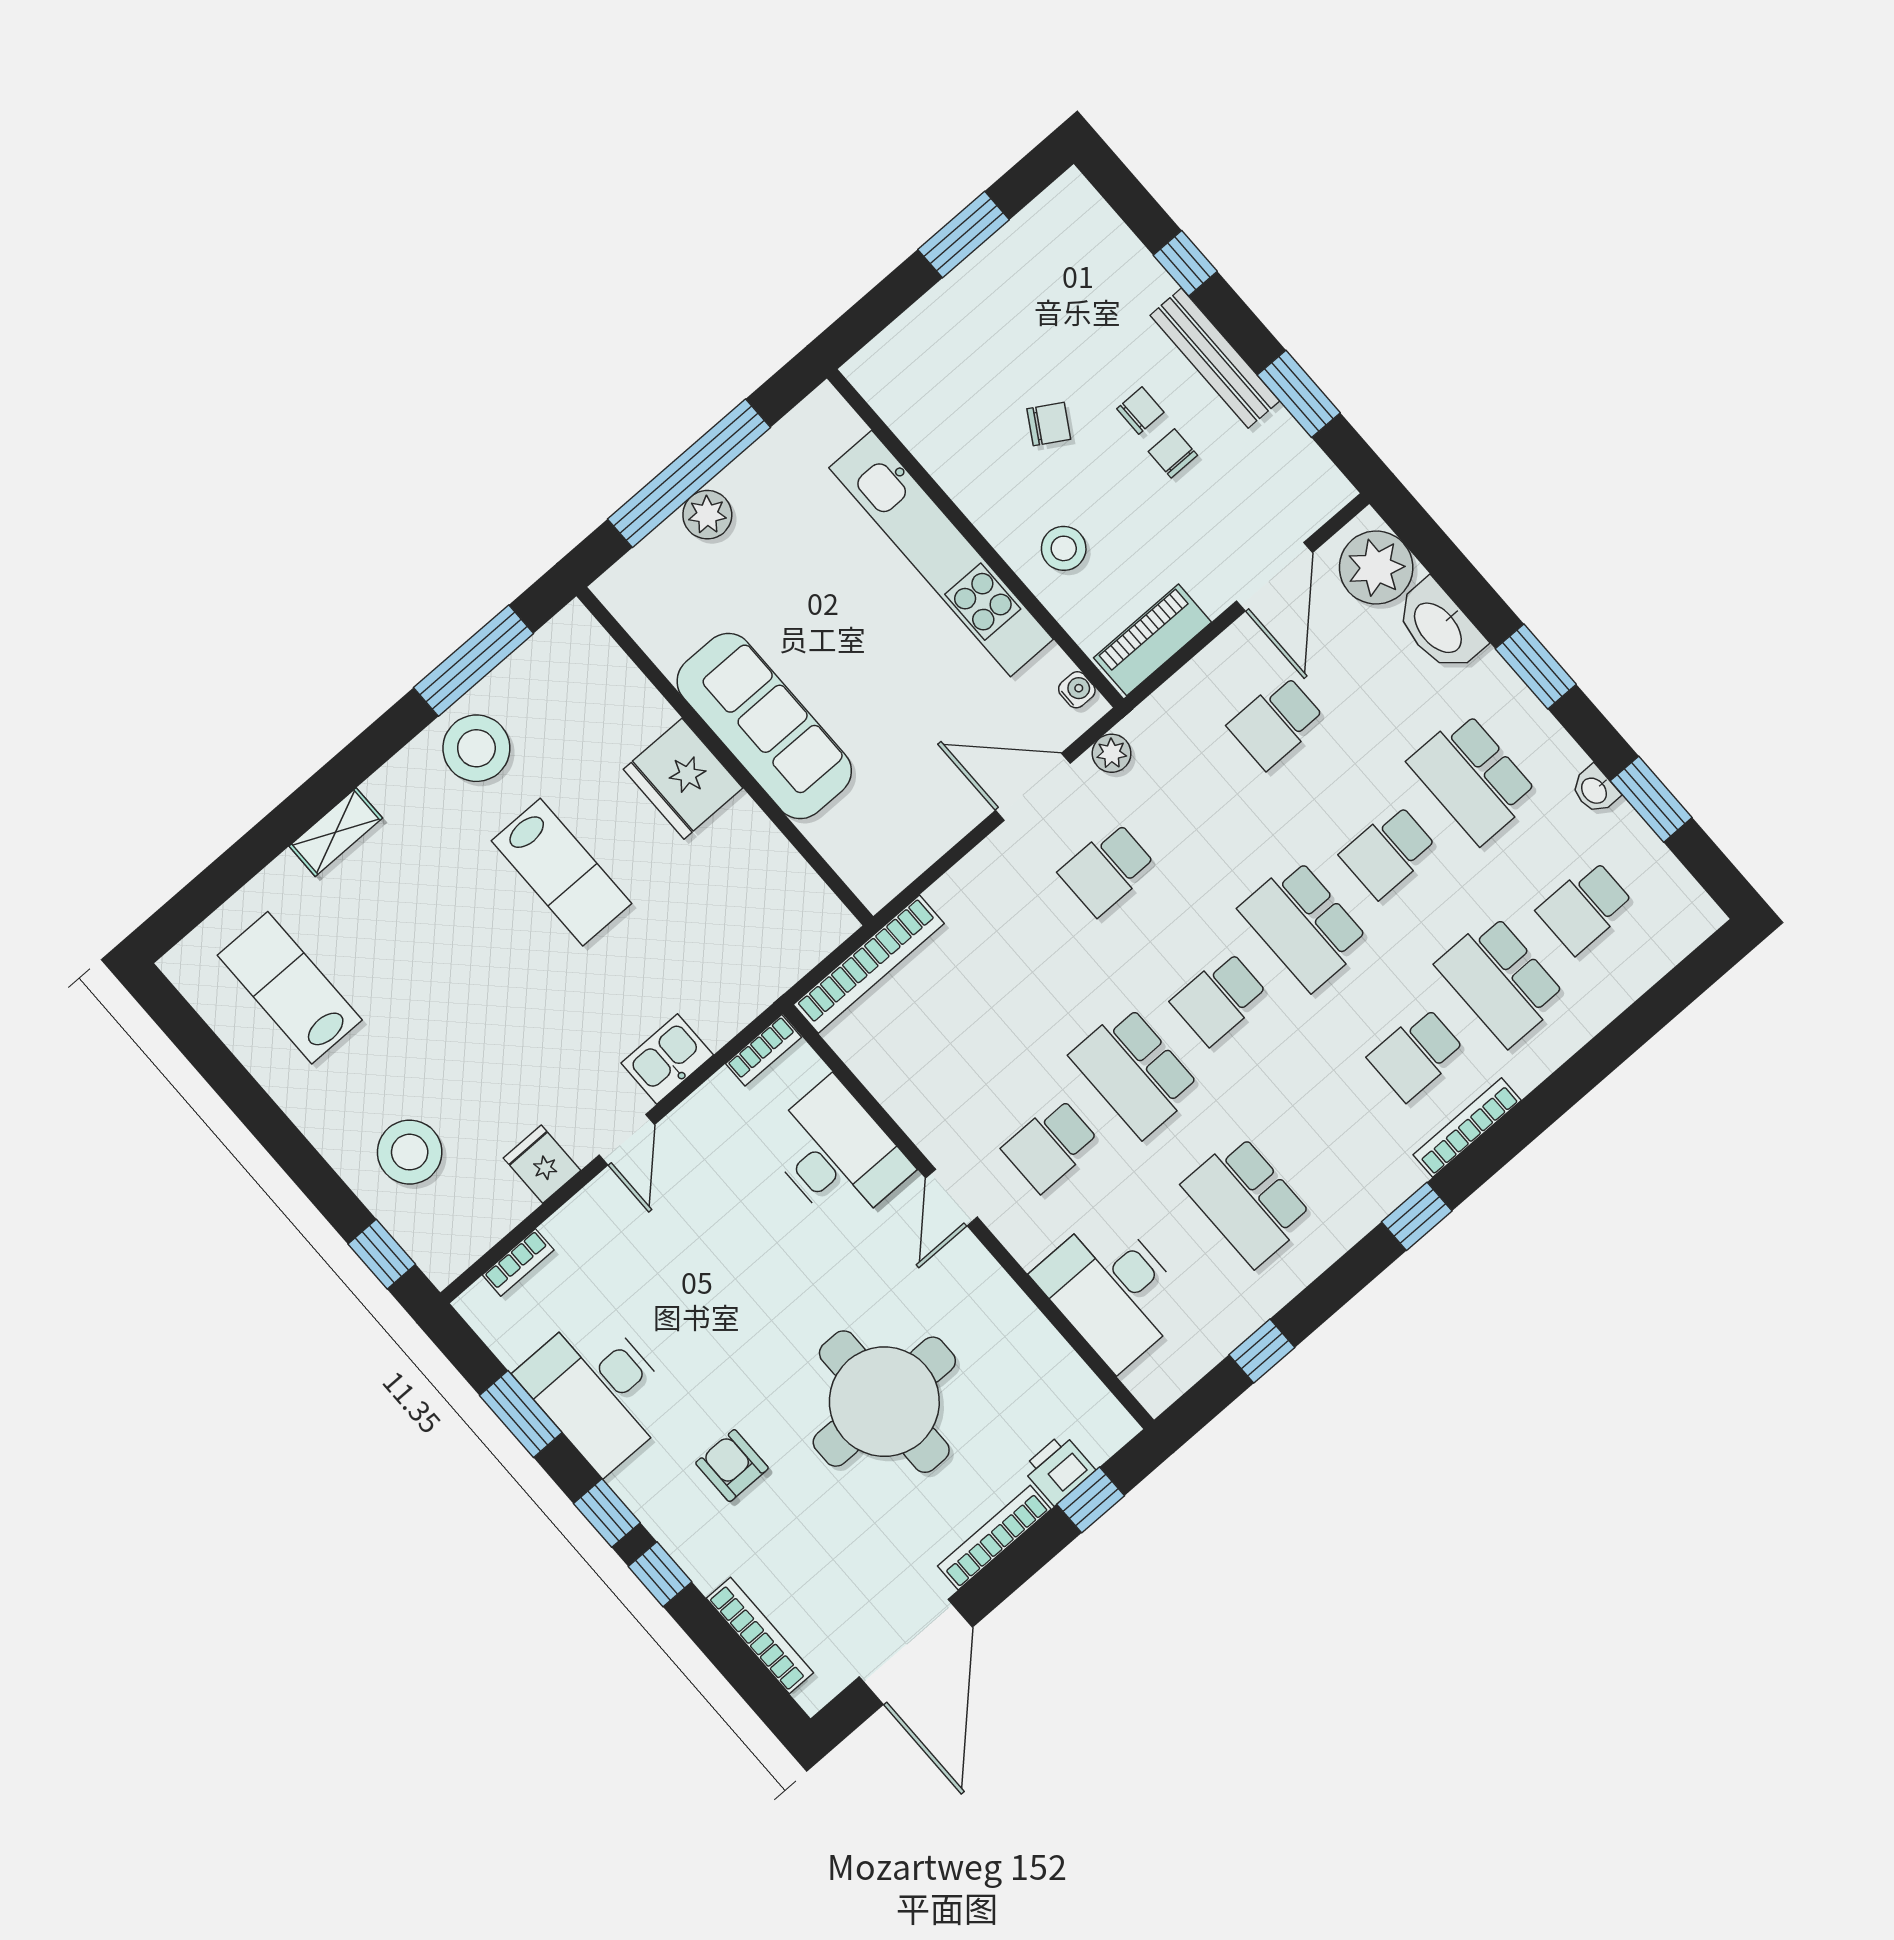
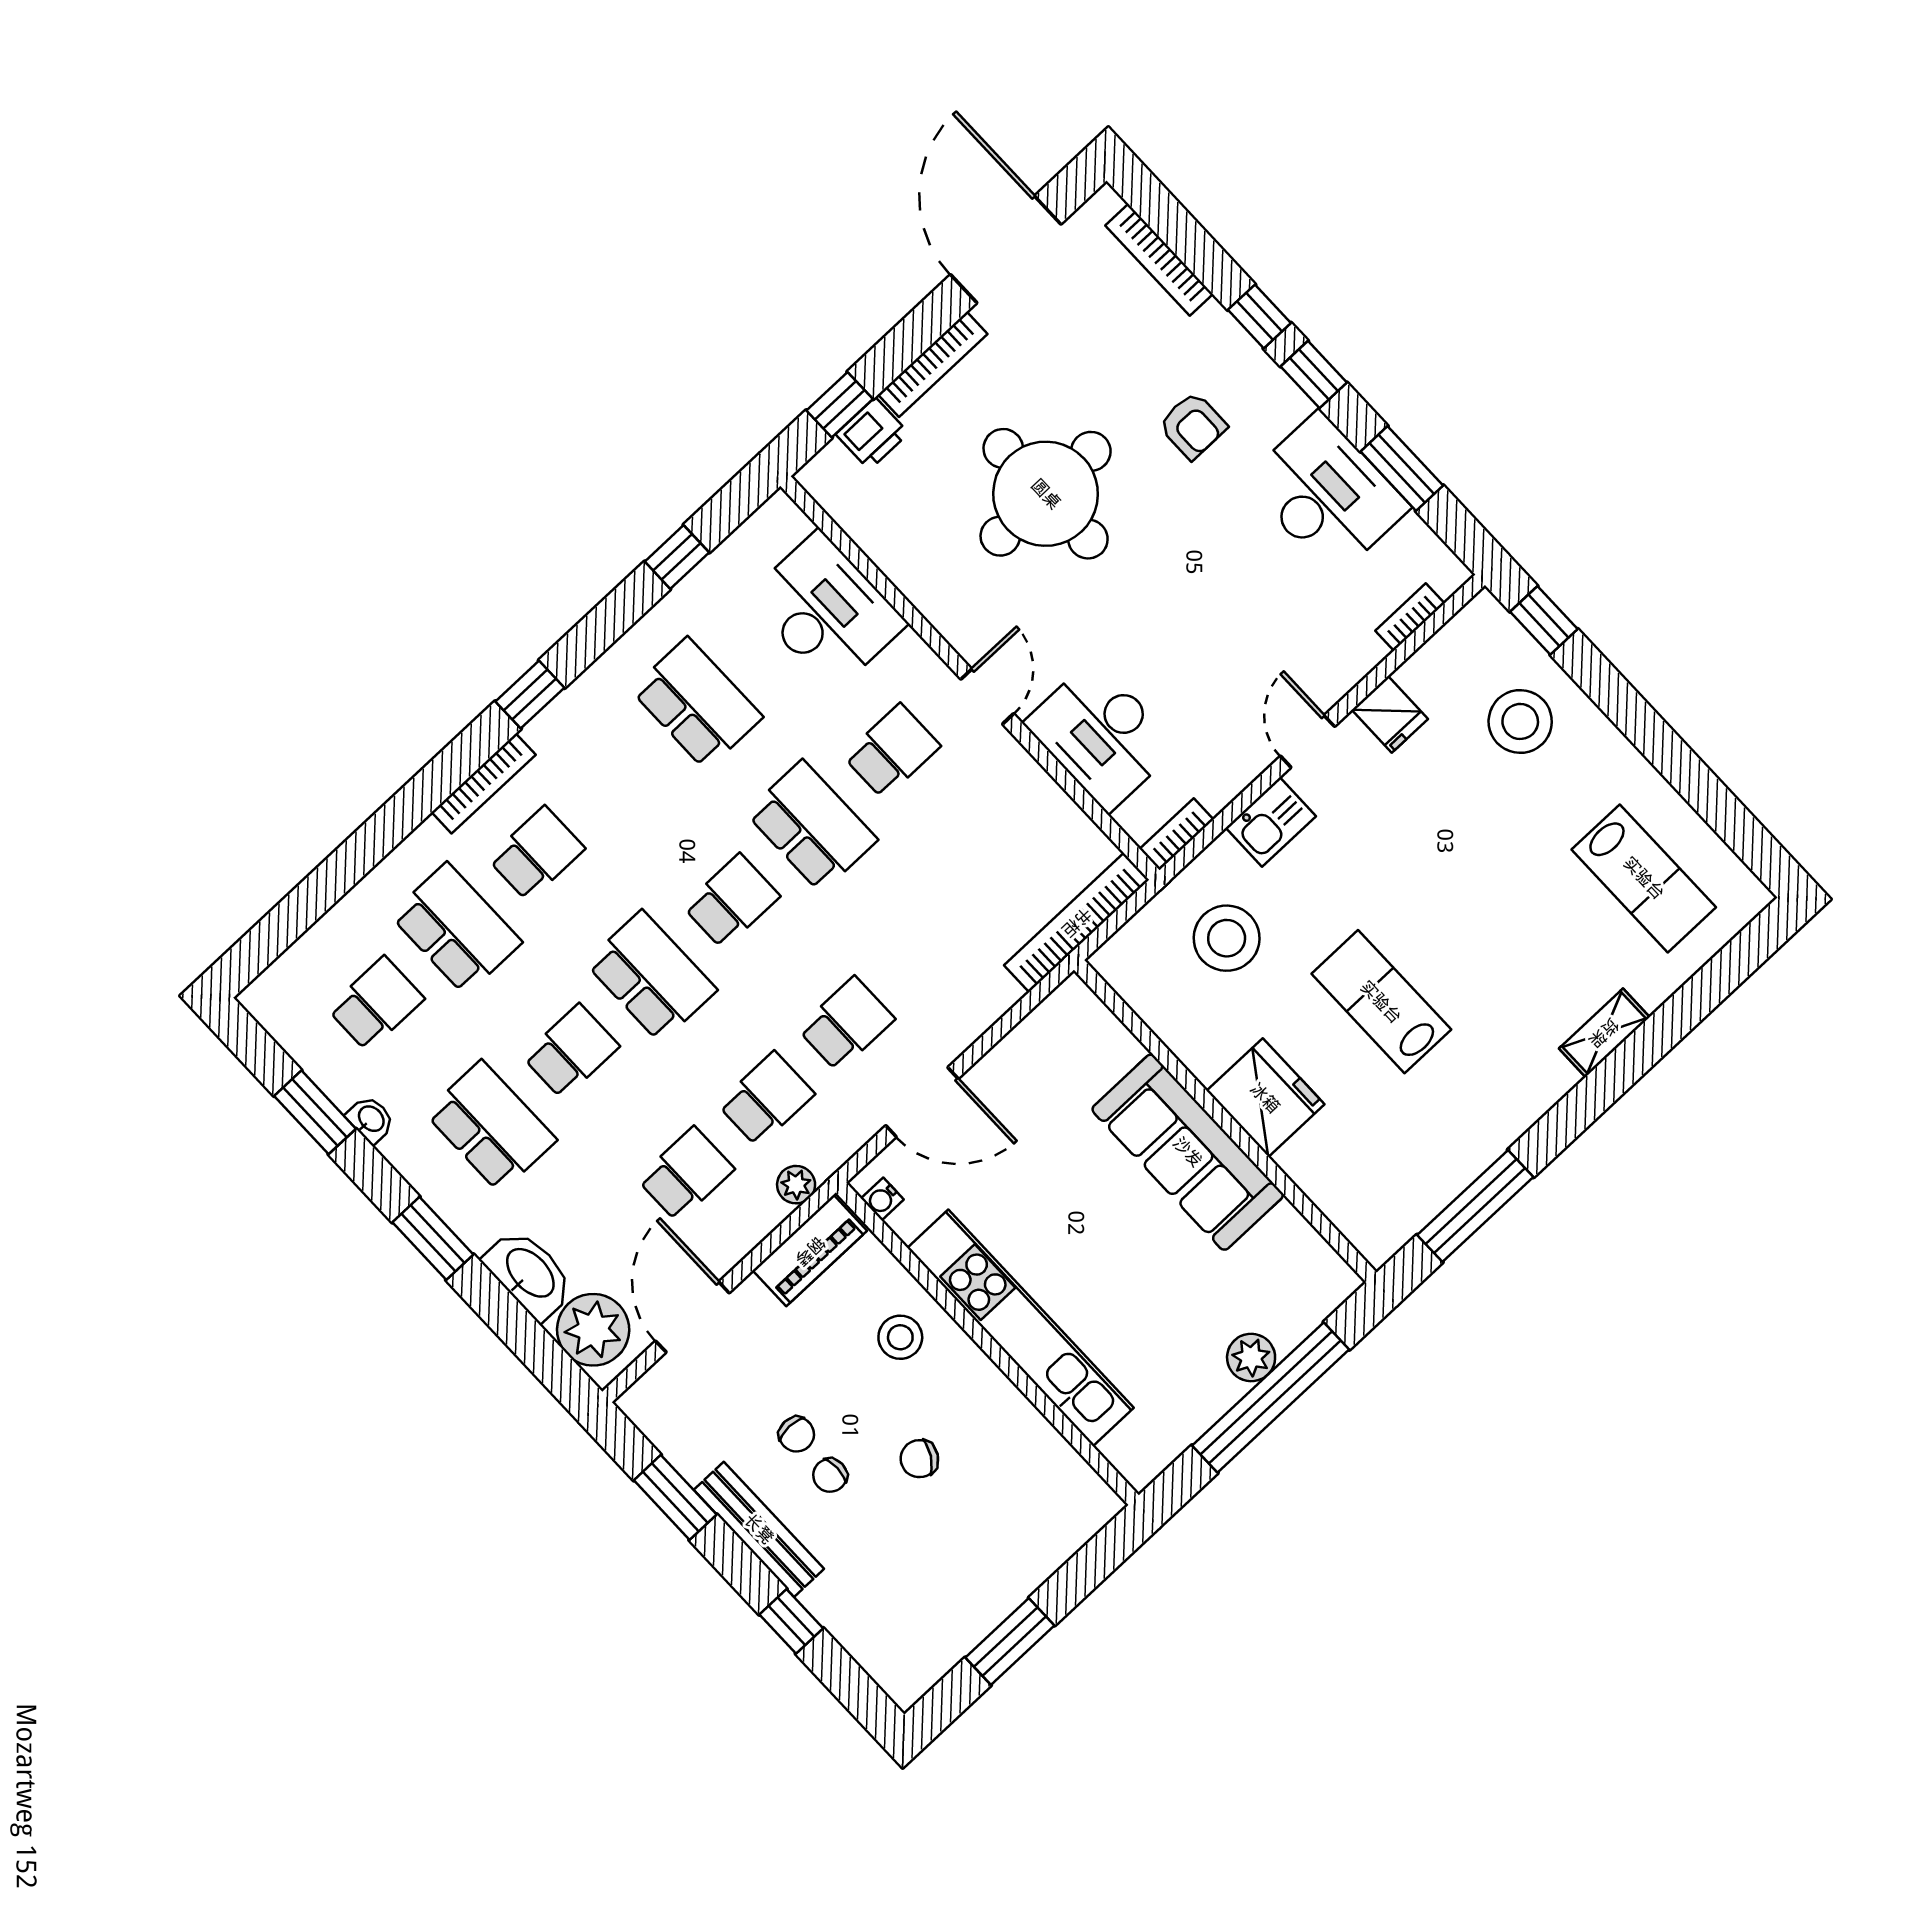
stool: (476, 748) -> (1227, 938), moved
plant: (1112, 753) -> (796, 1185), moved
school desk: (1192, 796) -> (766, 1099), added

